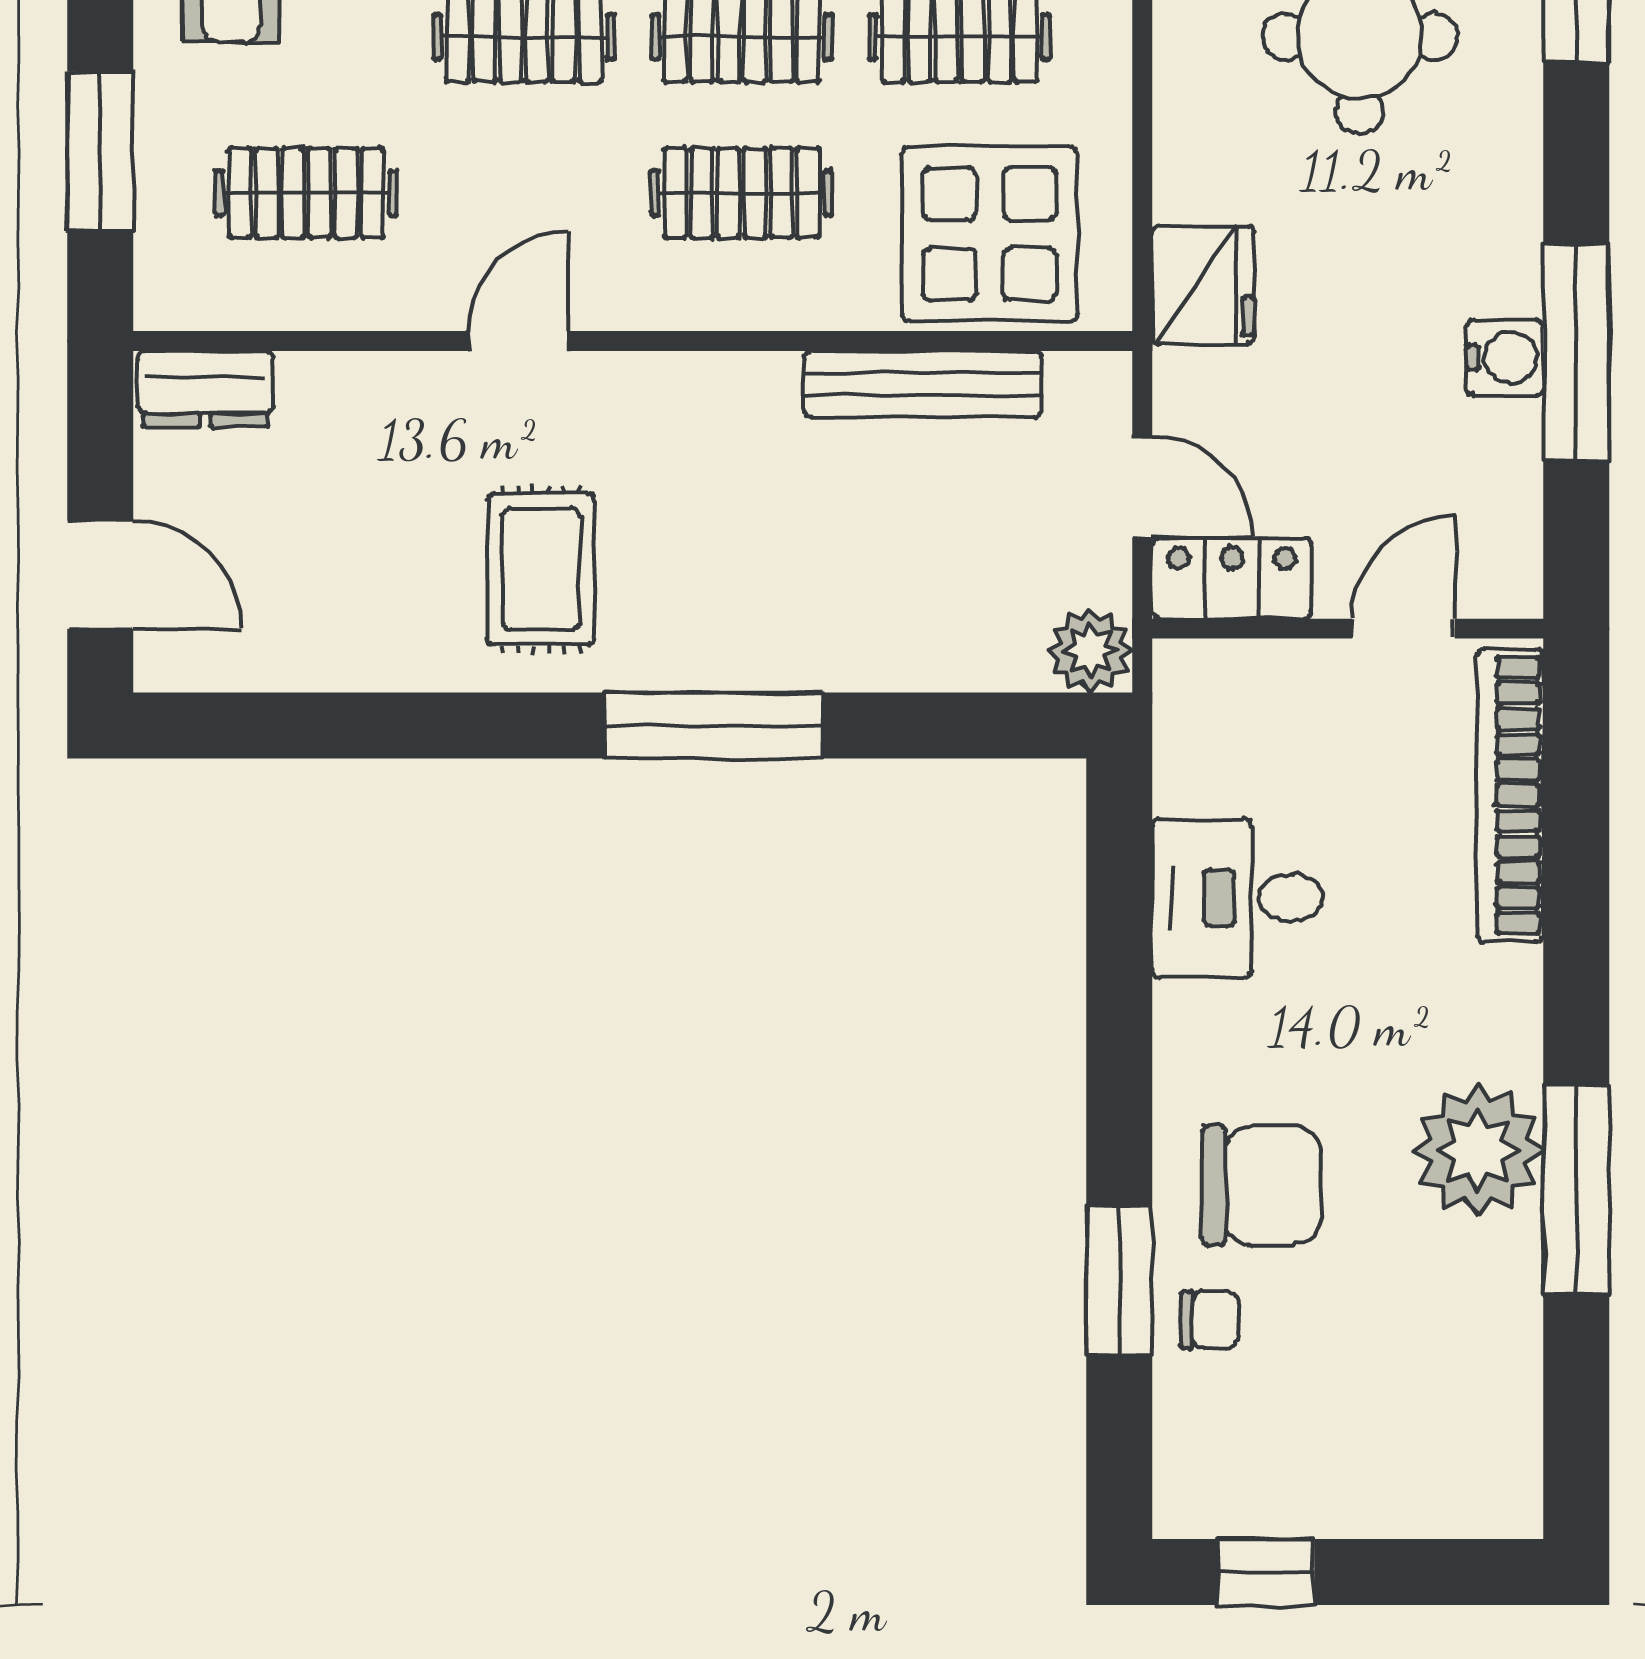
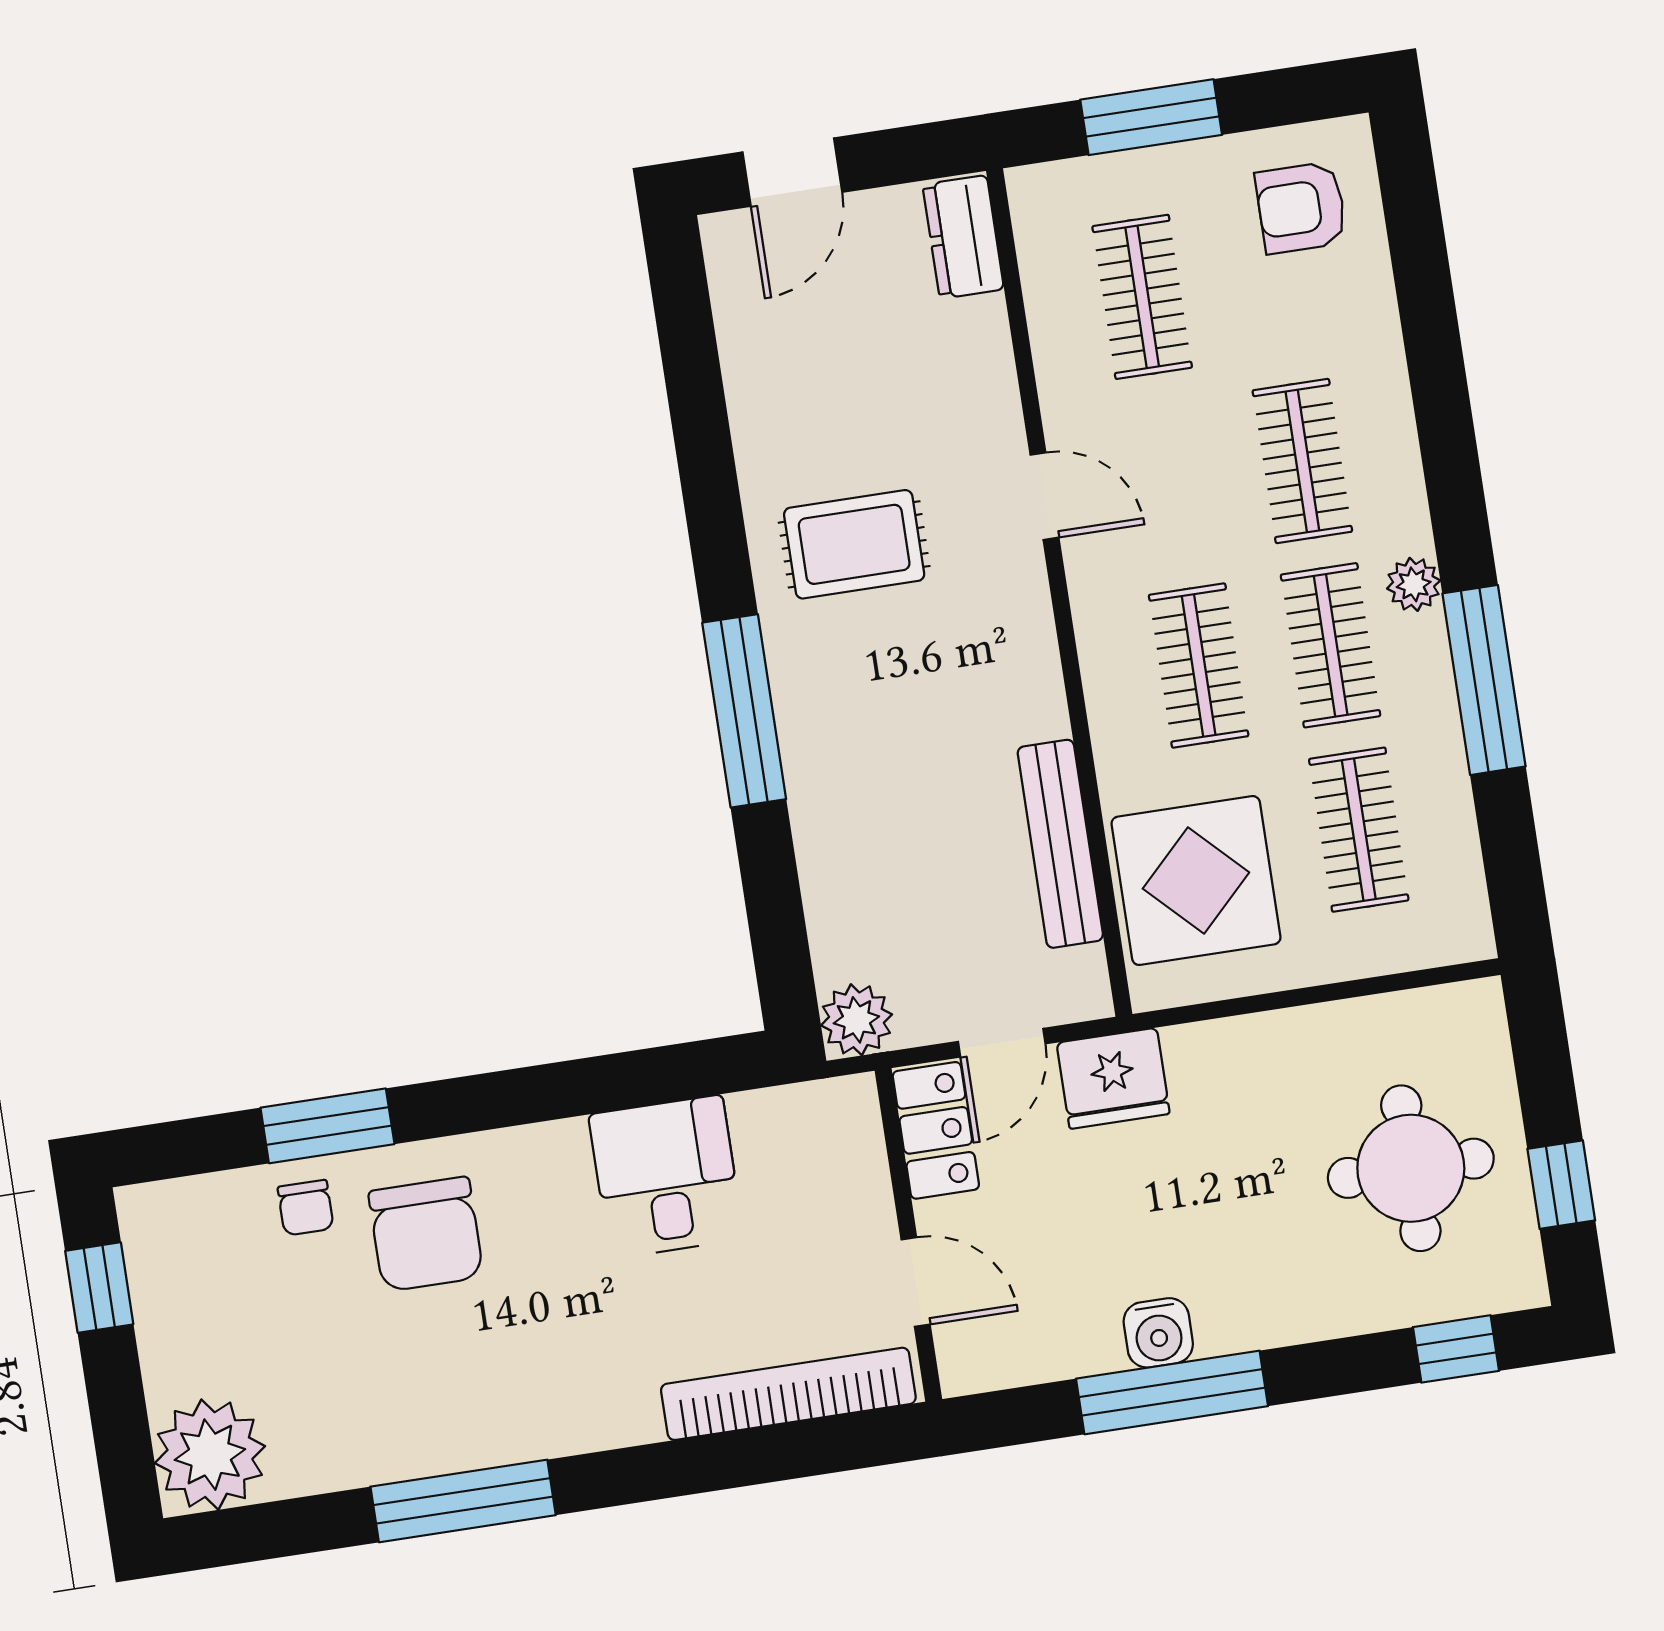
fridge: (1203, 285) -> (1113, 1078), moved
plant: (1478, 1151) -> (210, 1455), moved

